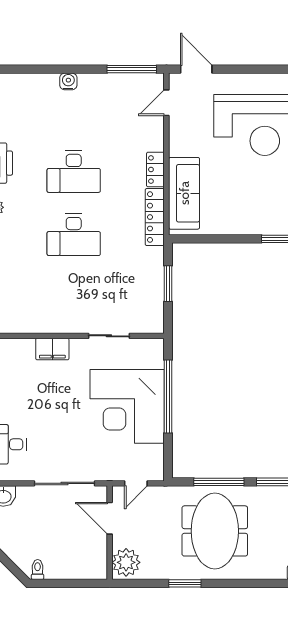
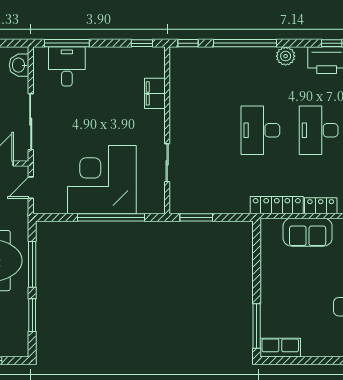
sofa: (184, 193) -> (308, 232), width x0.73
window: (168, 284) -> (196, 217), moved
filing cabinet: (52, 349) -> (155, 93), moved
door: (136, 483) -> (31, 188), hinge flipped

